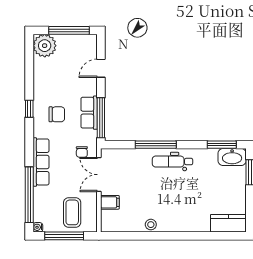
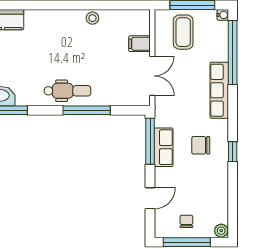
plant: (45, 46) -> (221, 231), width x0.53, depth x0.53
chair: (82, 152) -> (186, 221), moved

